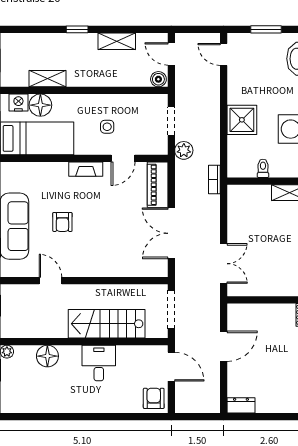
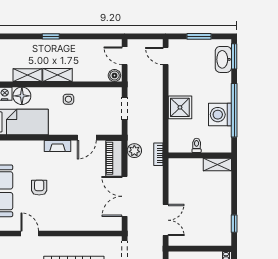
shelving: (117, 41) -> (58, 75), moved
side table: (107, 127) -> (68, 99), moved
plant: (184, 150) -> (134, 151), moved
armchair: (62, 222) -> (39, 188), turned 180

